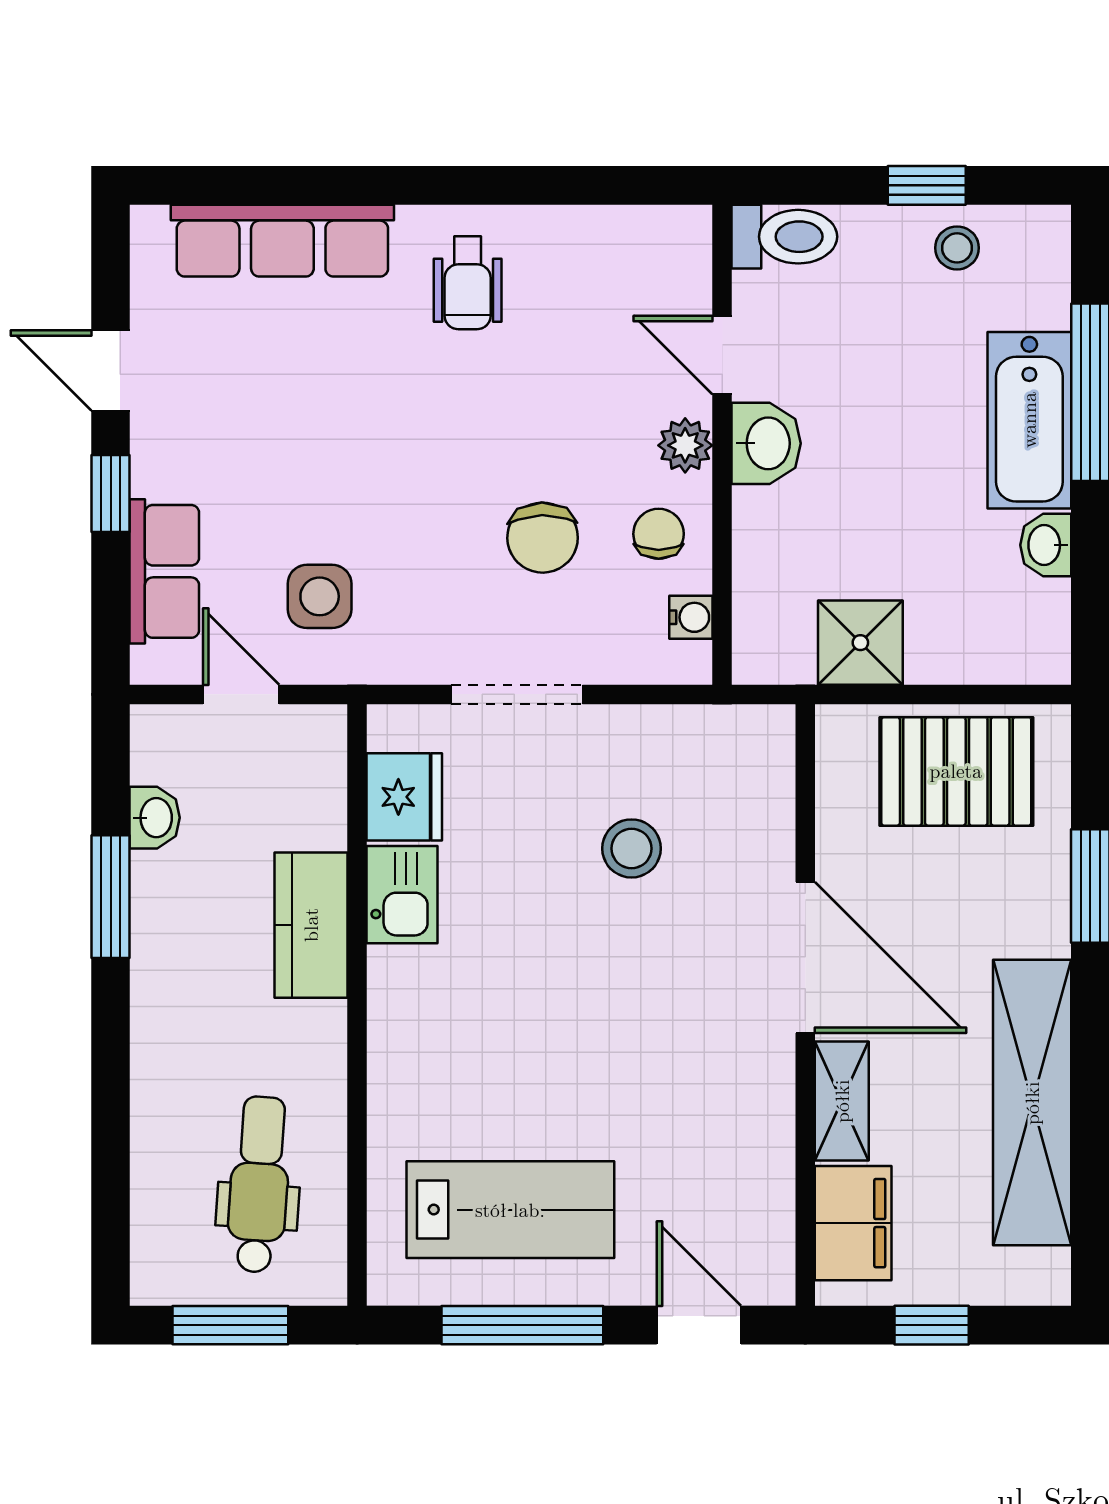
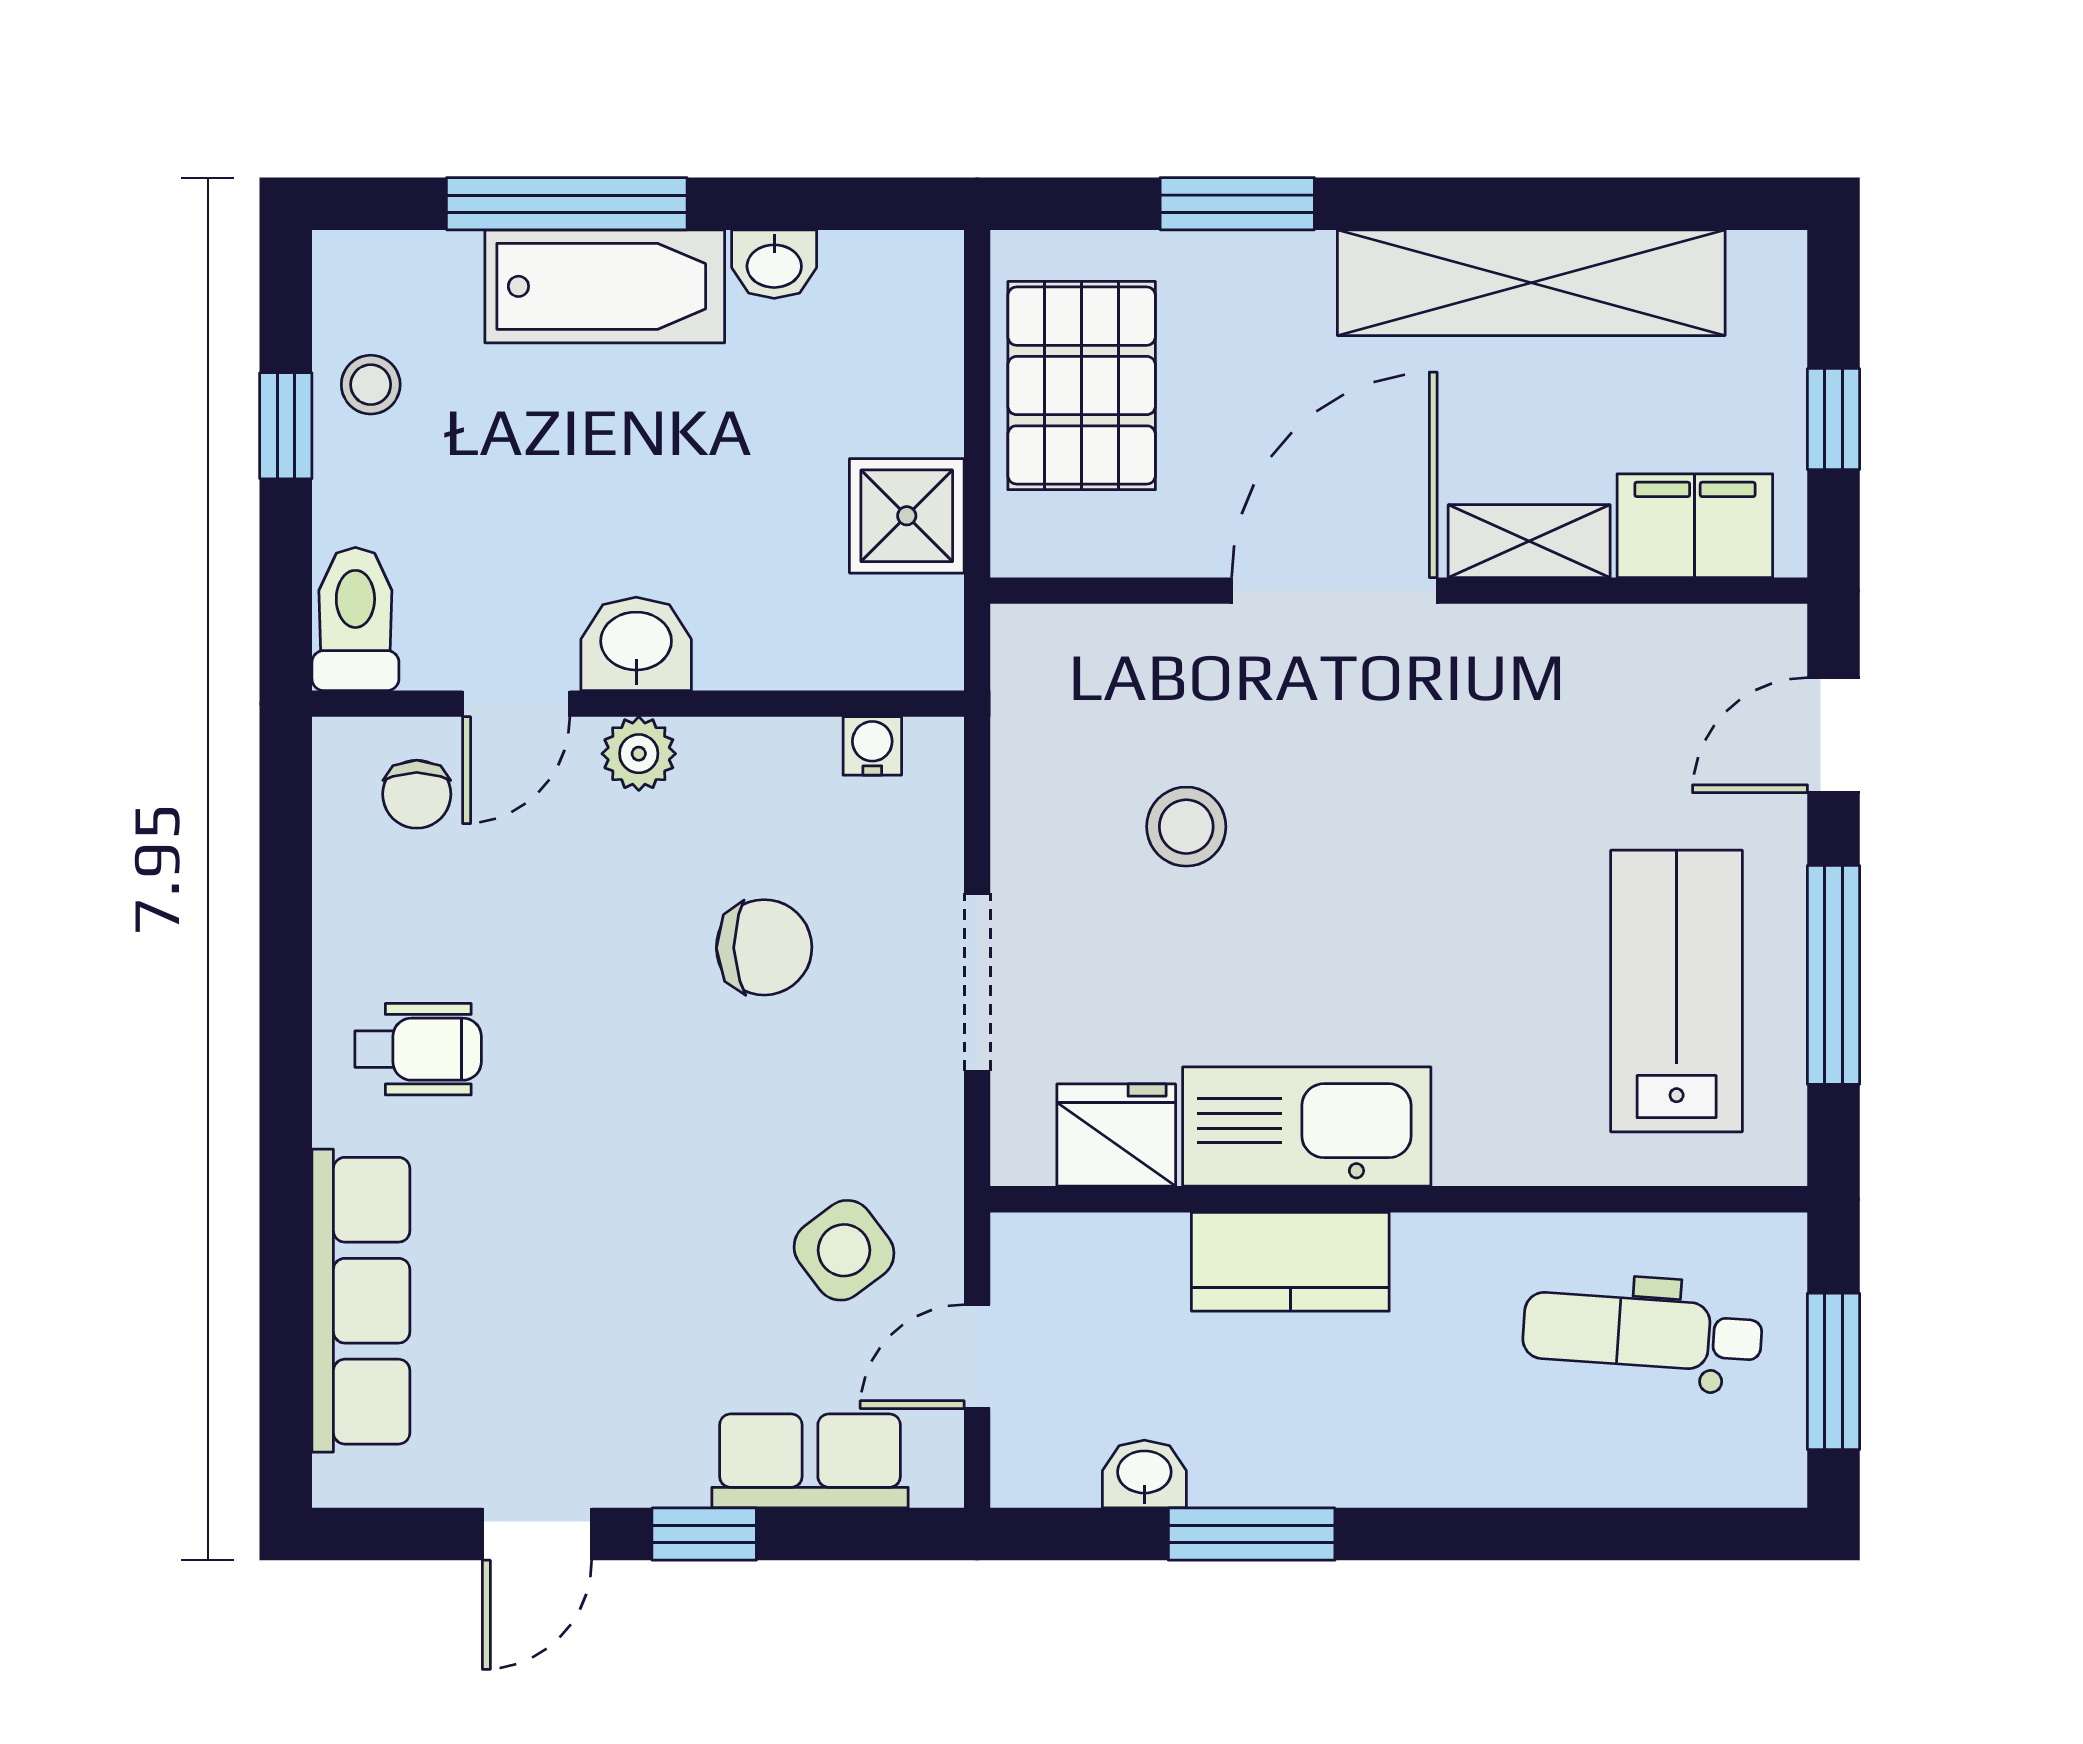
chair: (659, 534) -> (417, 794), moved, turned -90
side table: (320, 596) -> (844, 1250), turned -37
kitchen sink: (402, 895) -> (1307, 1127), width x1.88, depth x1.24

